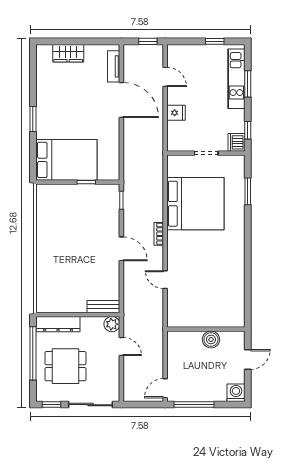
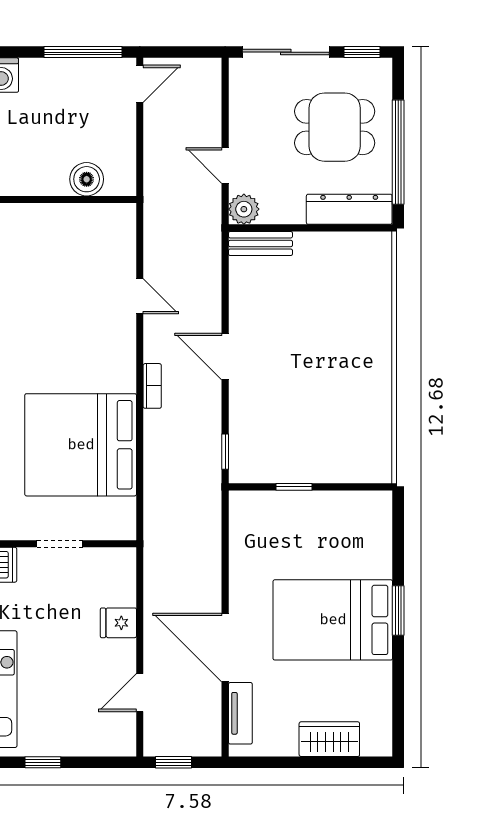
door: (165, 77) -> (140, 693), hinge flipped
bed: (66, 160) -> (333, 620), moved
boiler: (211, 339) -> (87, 179), moved

